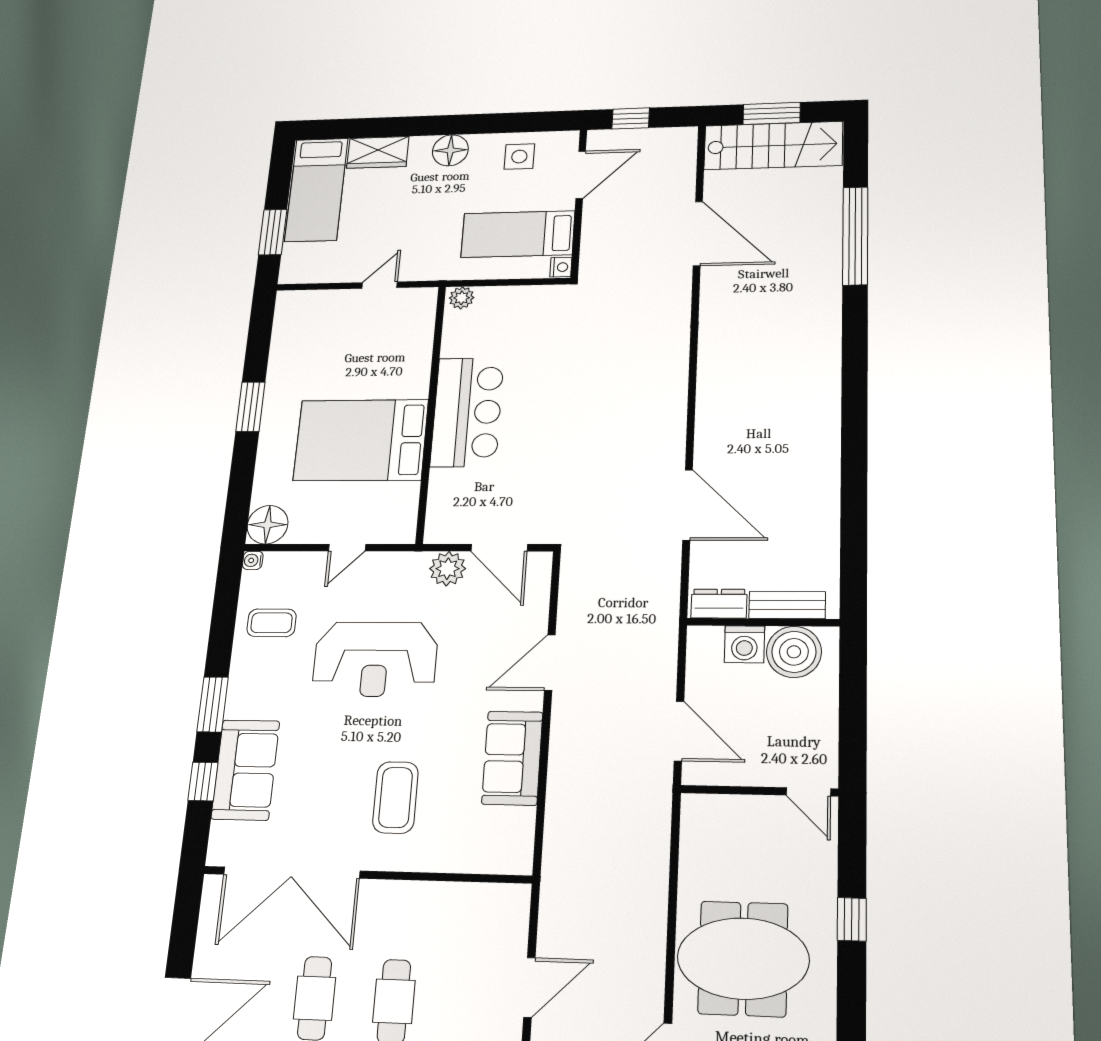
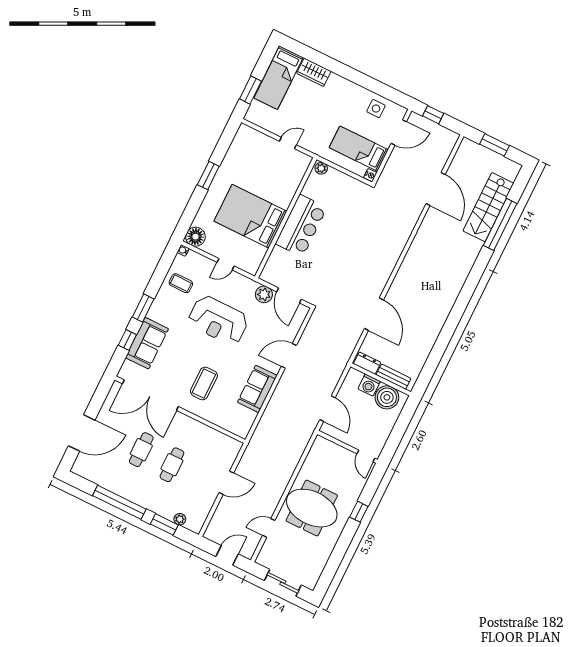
stairs: (773, 146) -> (488, 207), moved, turned 90
floor lamp: (450, 150) -> (347, 89), removed

